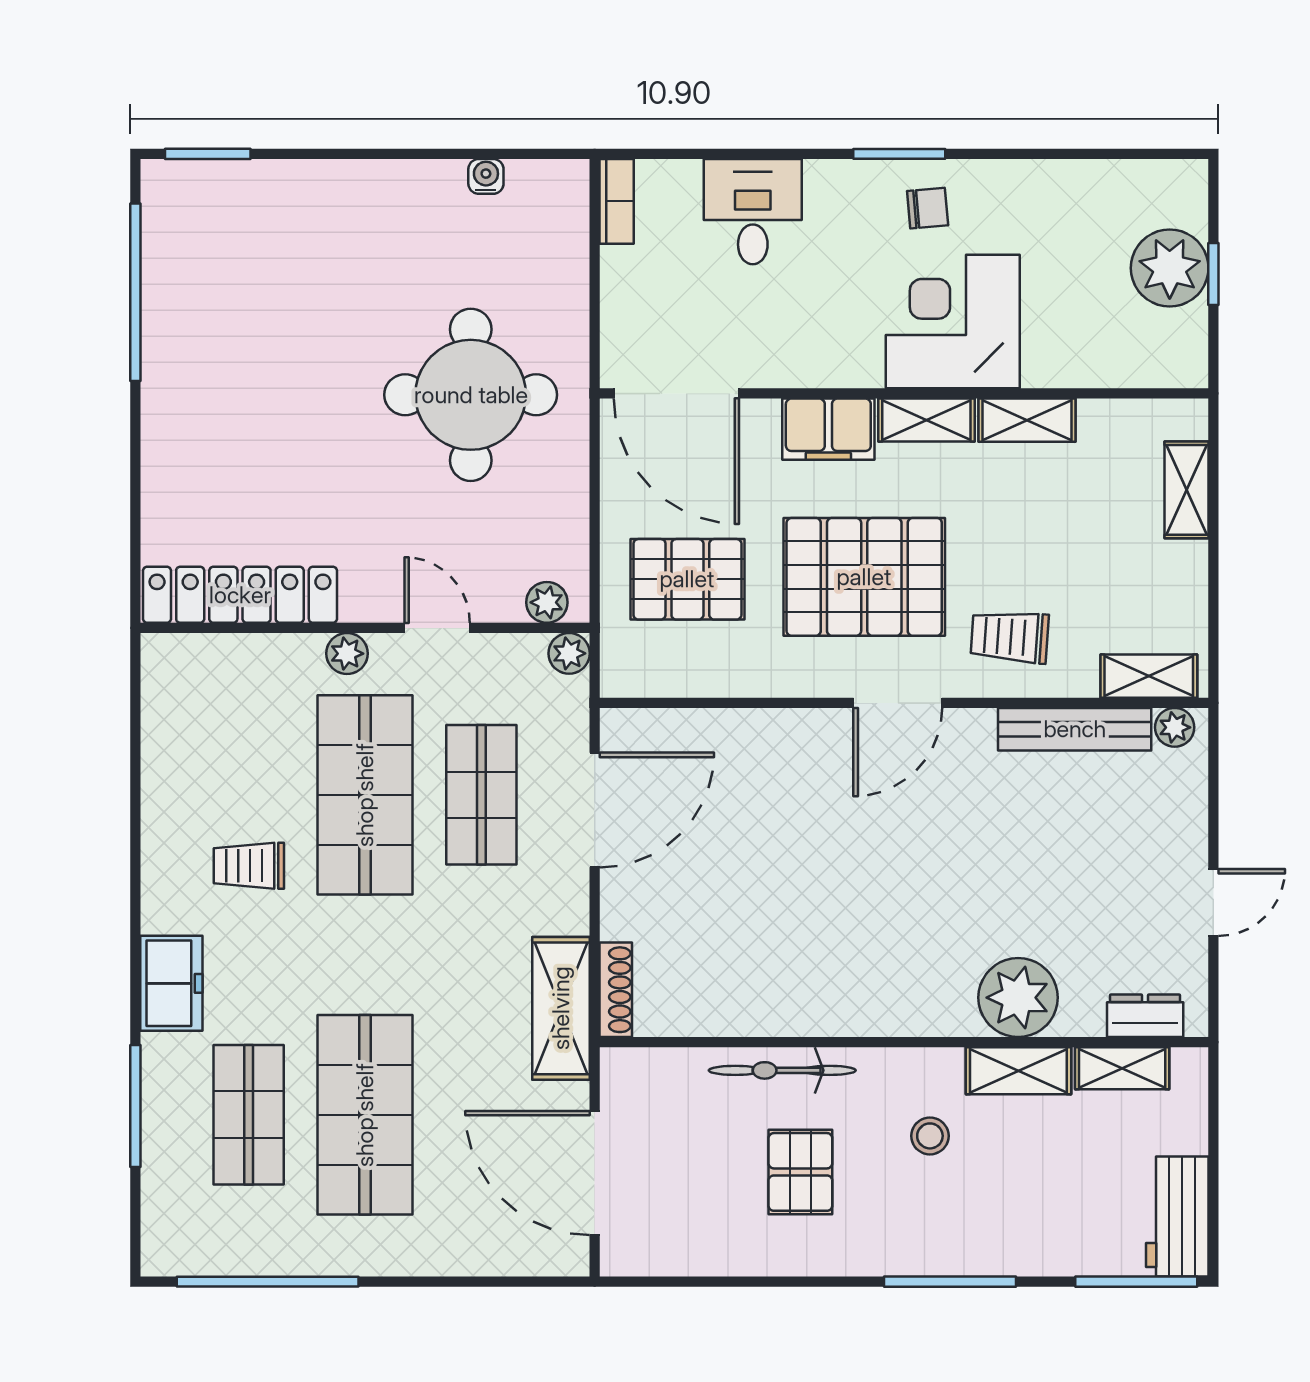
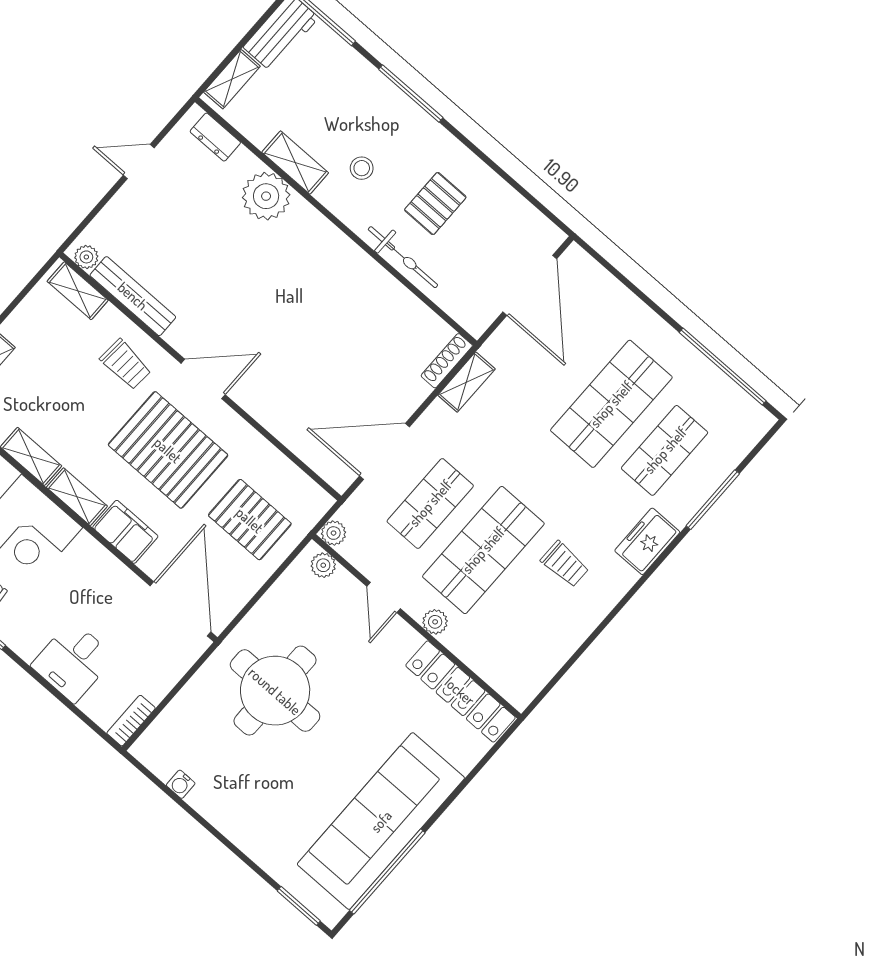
sofa: (198, 348) -> (381, 821), added
shelving: (561, 1008) -> (466, 382), width x0.67, depth x0.75
shelving: (1122, 1068) -> (232, 79), moved, turned 90

